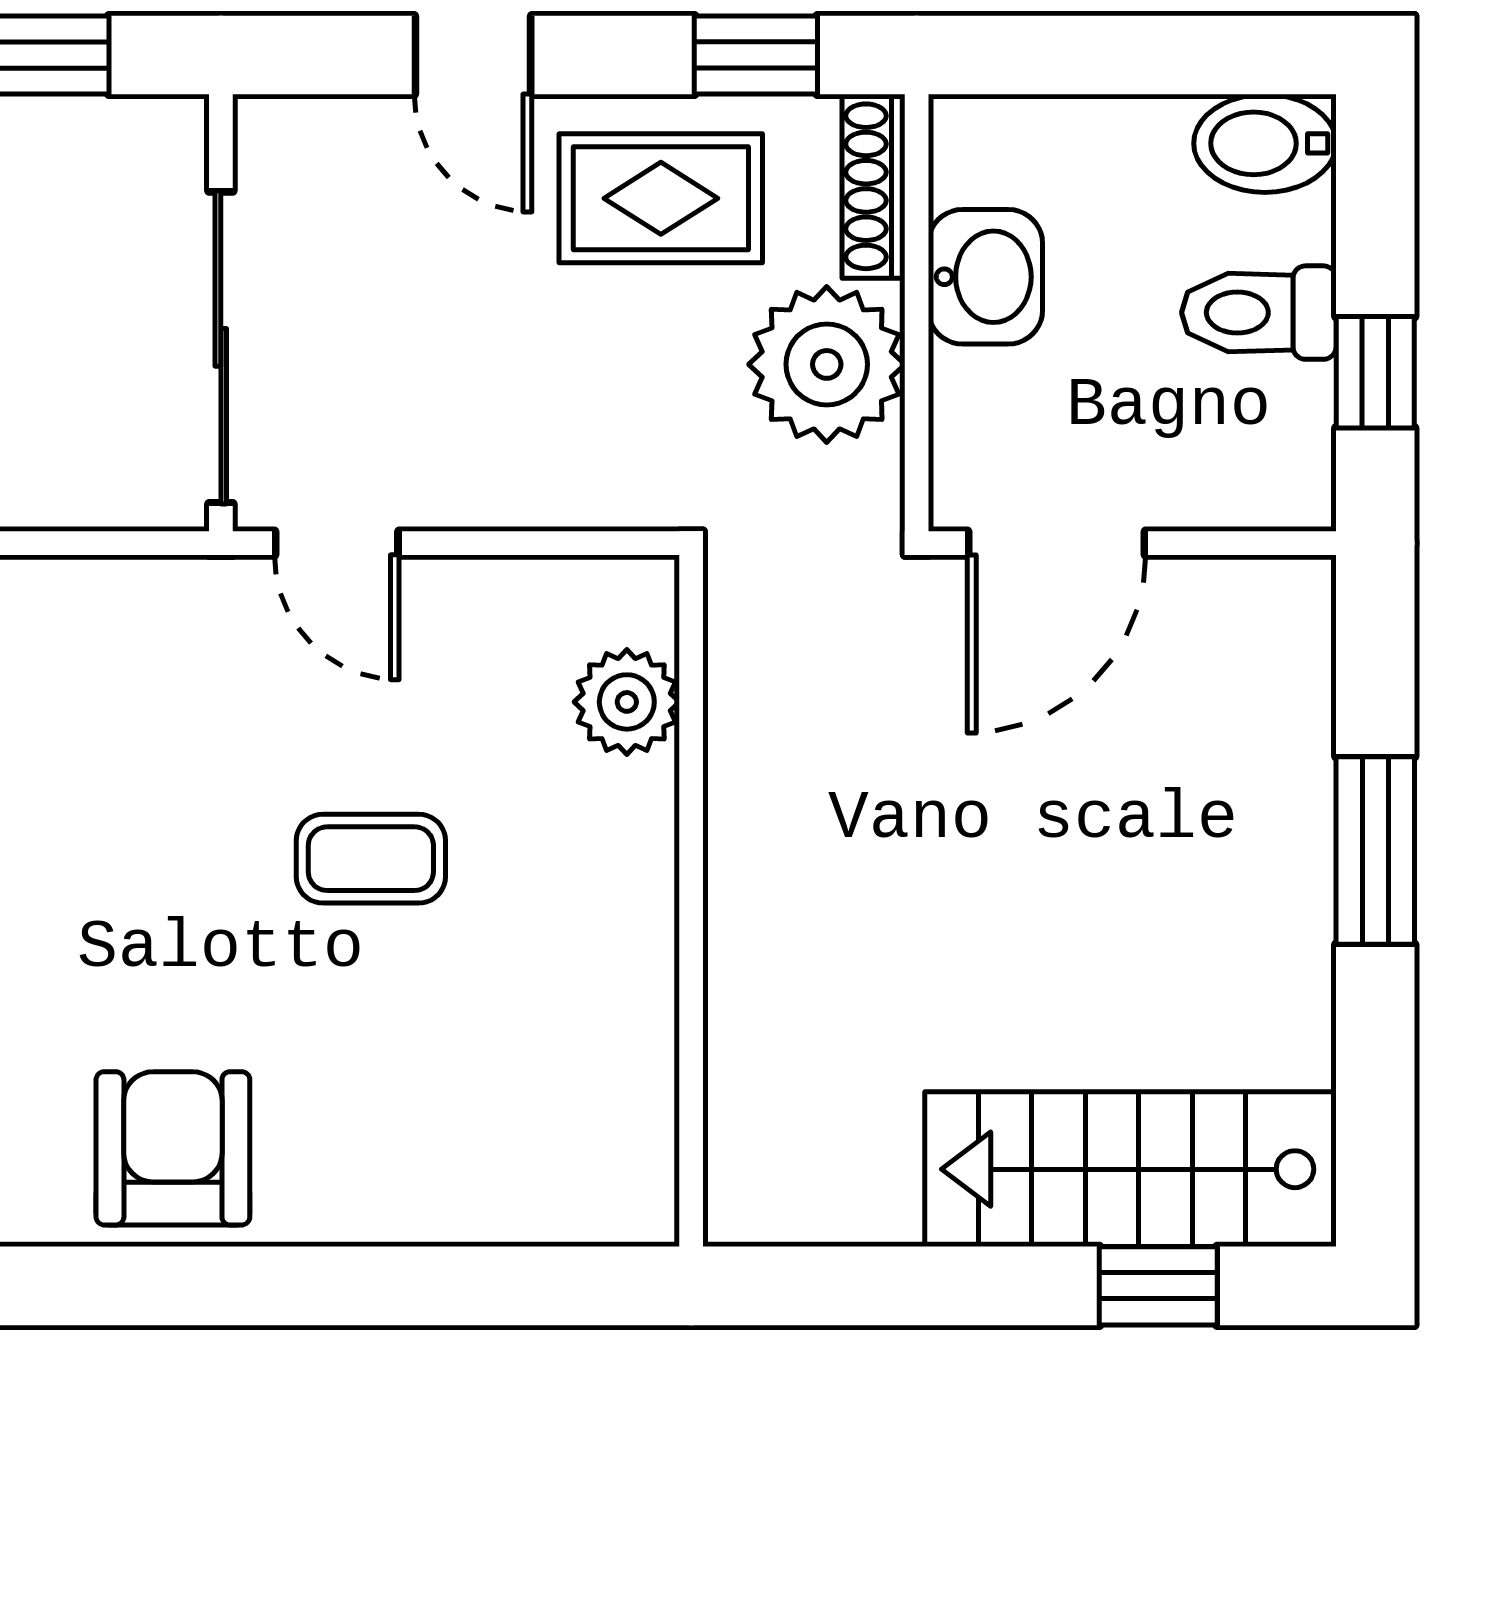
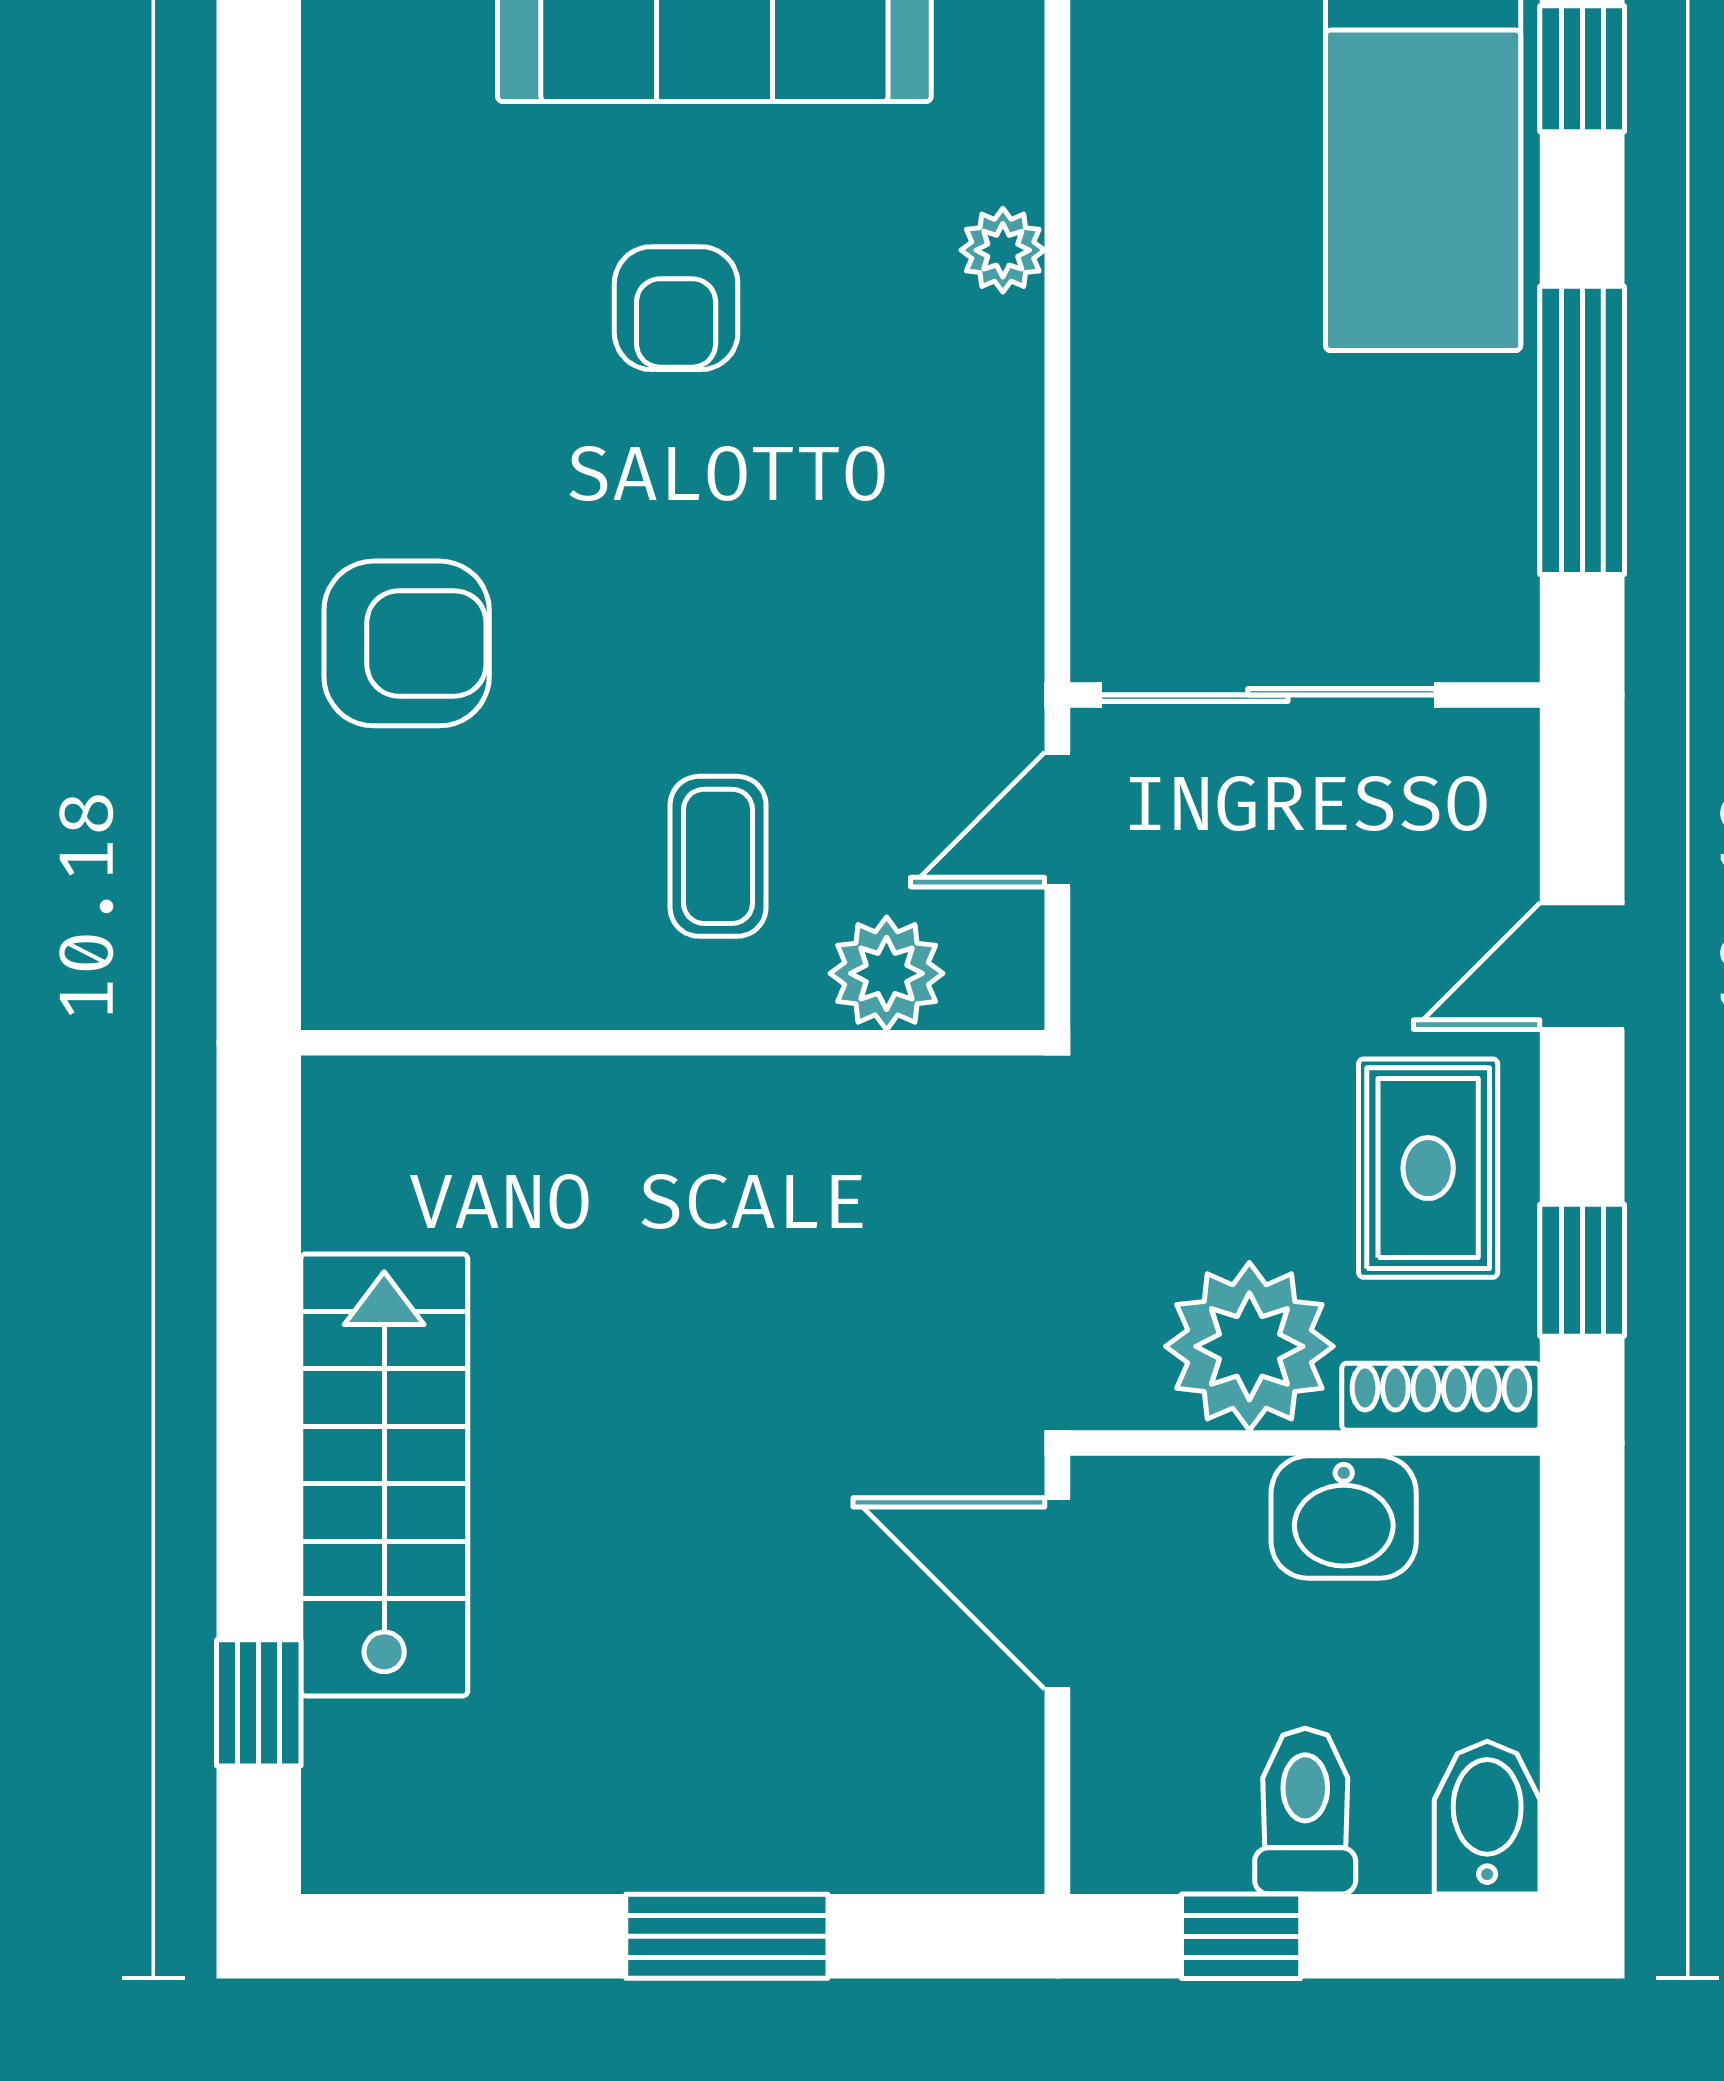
plant: (627, 702) -> (887, 973), moved
wall: (691, 901) -> (673, 1043), moved
stairs: (1130, 1169) -> (384, 1475), moved

